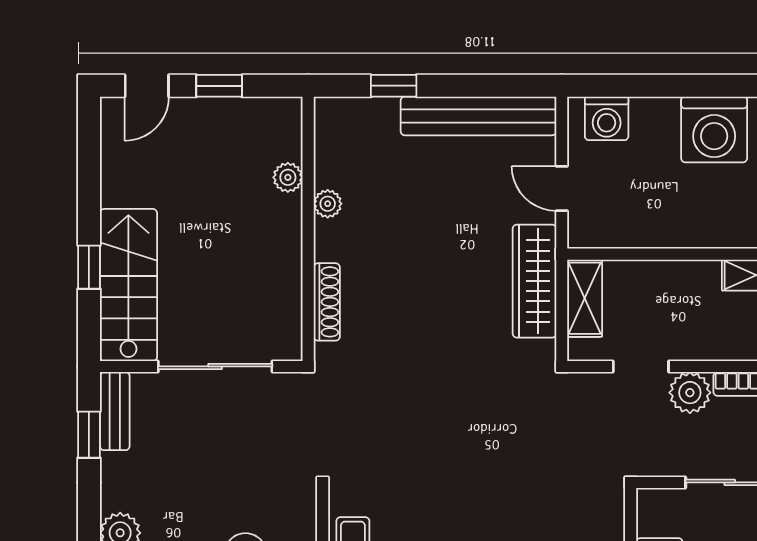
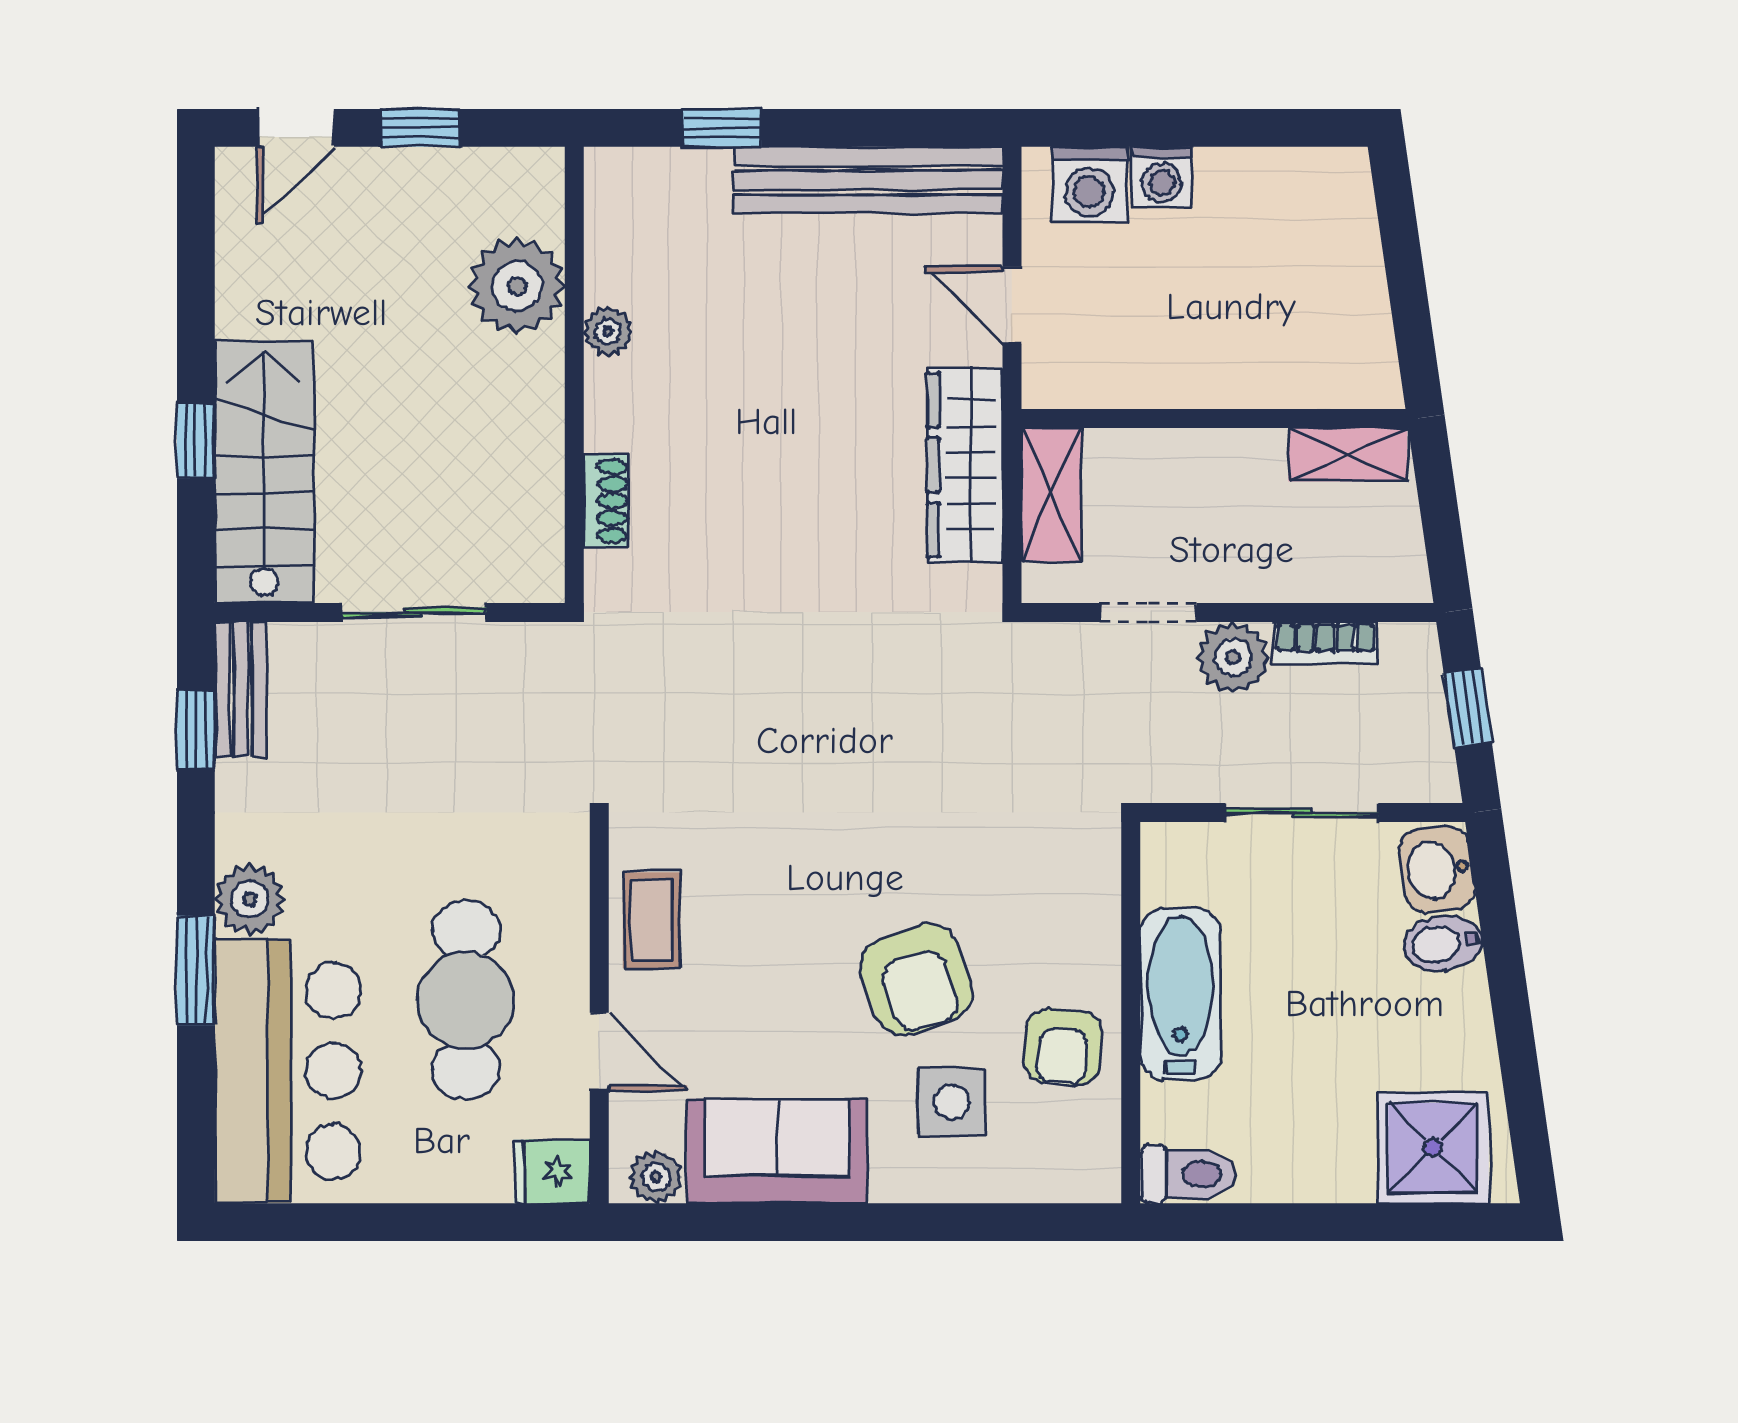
washing machine: (714, 129) -> (1162, 177), moved, width x0.53, depth x0.53
plant: (288, 177) -> (517, 286), width x1.88, depth x1.88
shoe rack: (327, 302) -> (606, 501), width x0.70
sliding door: (215, 366) -> (414, 612), width x0.73

